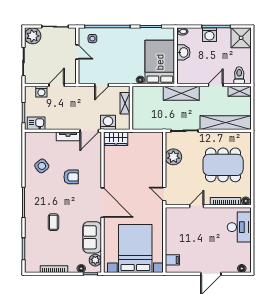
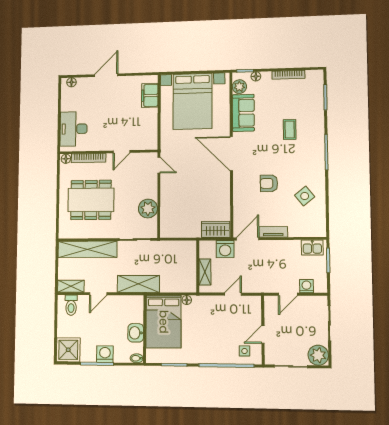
door: (77, 52) -> (263, 334), hinge flipped
filing cabinet: (172, 260) -> (150, 95), width x2.00

